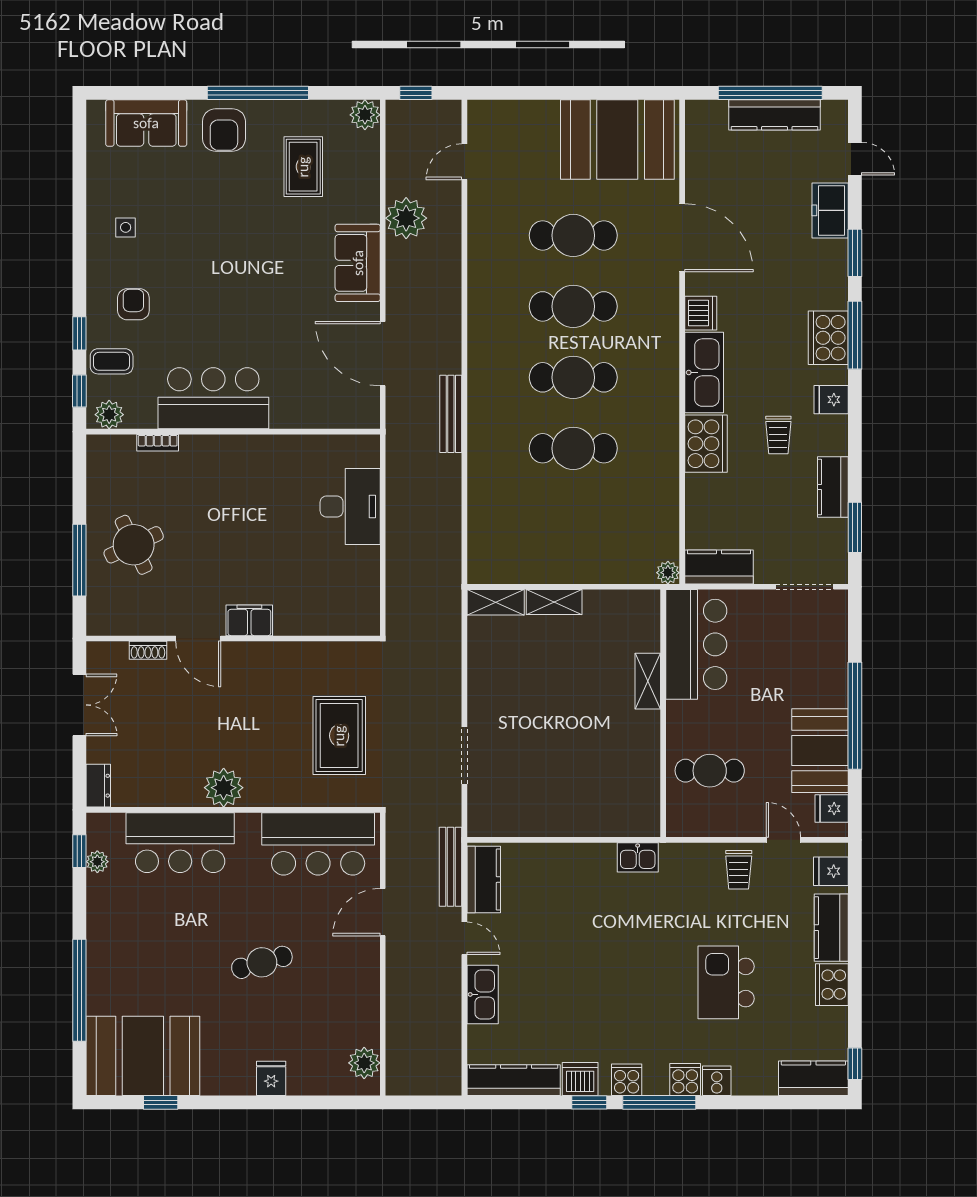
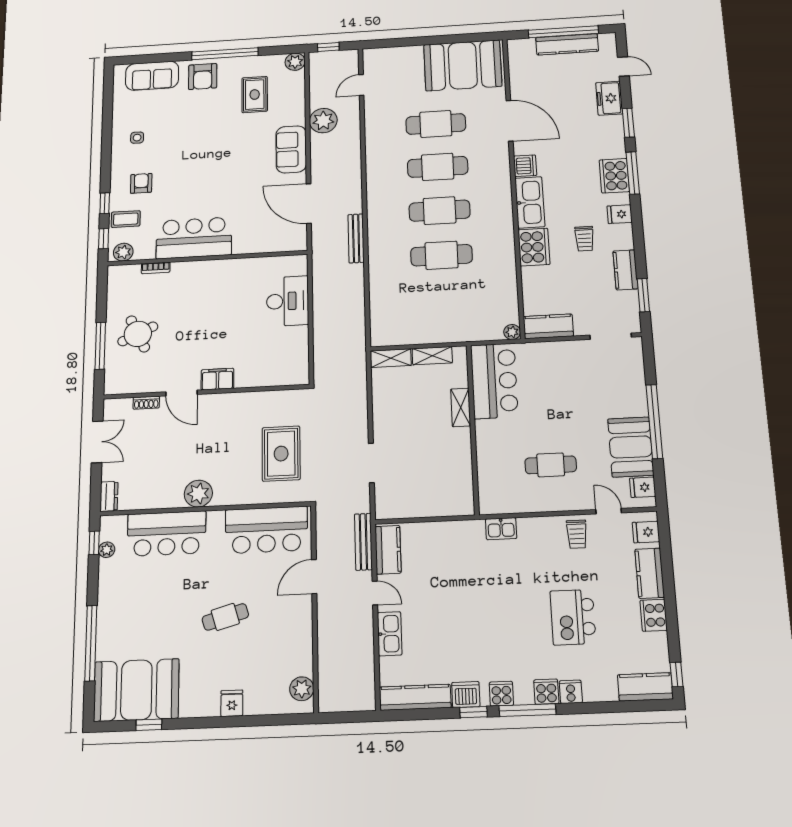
bar counter: (696, 644) -> (494, 381), moved
shelving: (648, 681) -> (461, 407), moved
wall: (663, 713) -> (473, 429), moved

